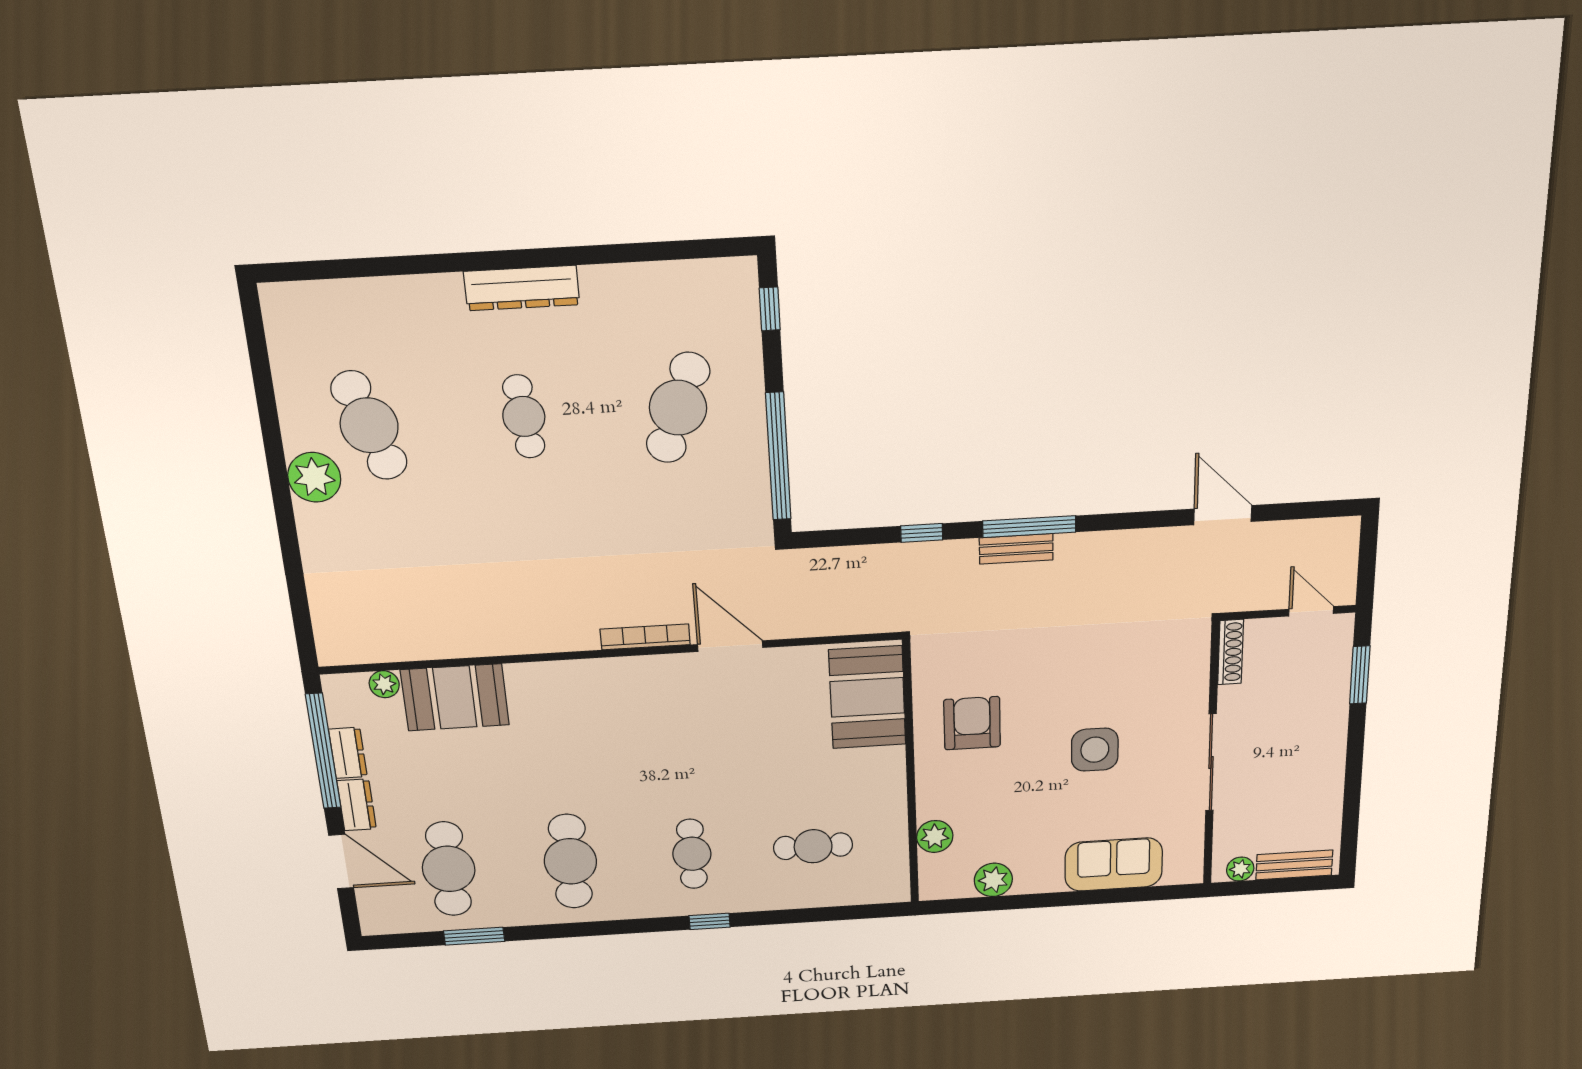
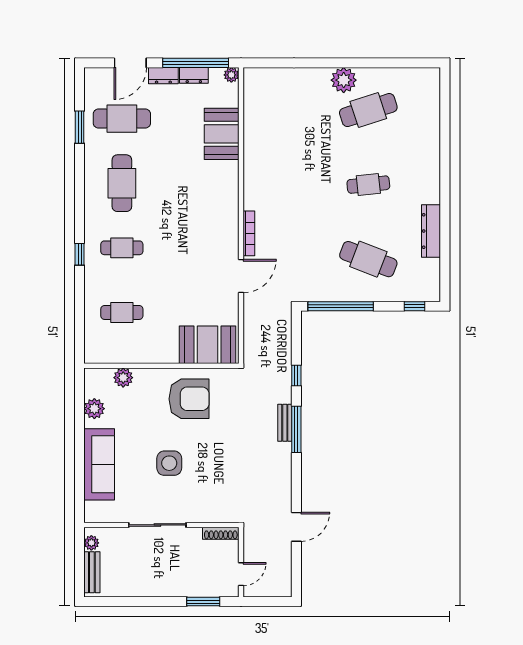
dresser: (522, 288) -> (431, 231), moved
plant: (384, 684) -> (231, 75), moved
armchair: (972, 723) -> (189, 399), width x1.36, depth x1.36
cafe table: (813, 846) -> (122, 312), turned 90
cafe table: (570, 861) -> (122, 183), turned 90
sofa: (1114, 864) -> (99, 464), width x1.36

